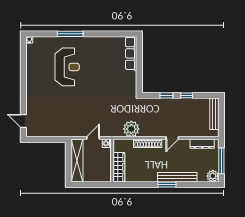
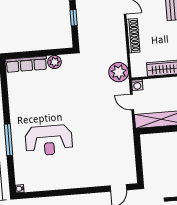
reception desk: (67, 67) -> (49, 140), turned 180
plant: (131, 77) -> (54, 62), added
plant: (131, 129) -> (119, 72), moved

